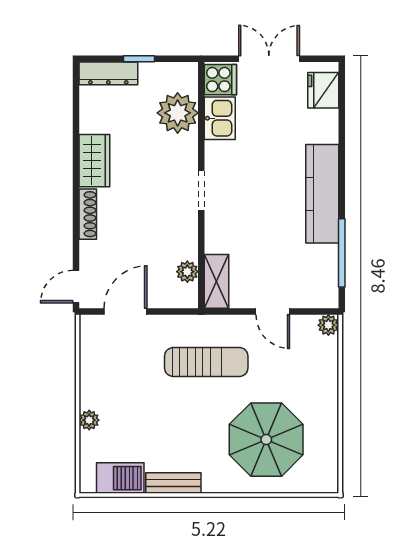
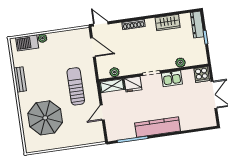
fridge: (323, 90) -> (133, 84), moved, turned 180
plant: (178, 113) -> (180, 63), width x0.53, depth x0.53
kitchen sink: (220, 118) -> (172, 79), moved
wardrobe: (94, 161) -> (168, 23), moved
plant: (328, 325) -> (100, 138), removed
sun lounger: (206, 362) -> (76, 86), turned 180
barbecue: (120, 478) -> (27, 43), moved, turned 90

